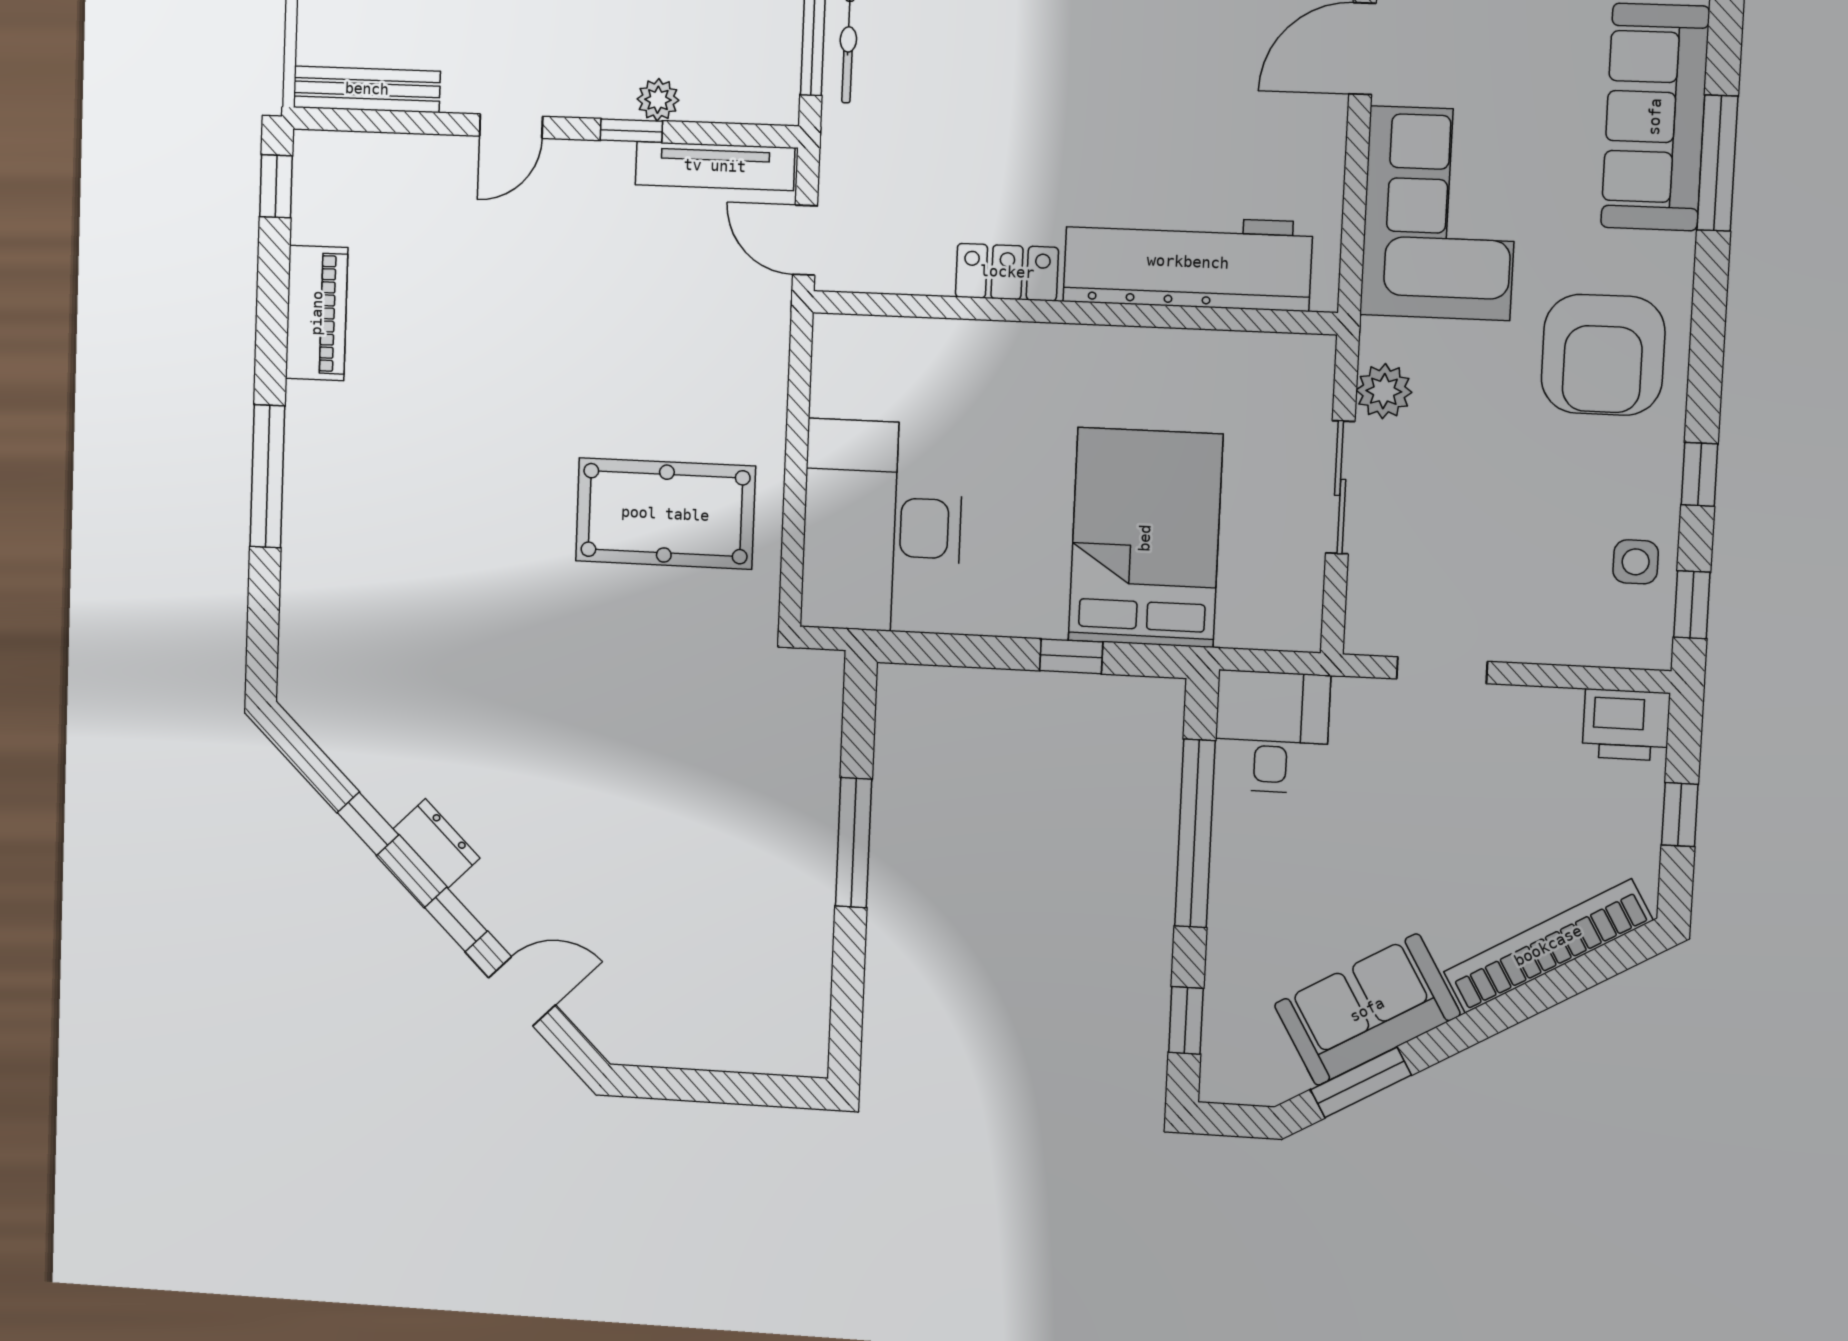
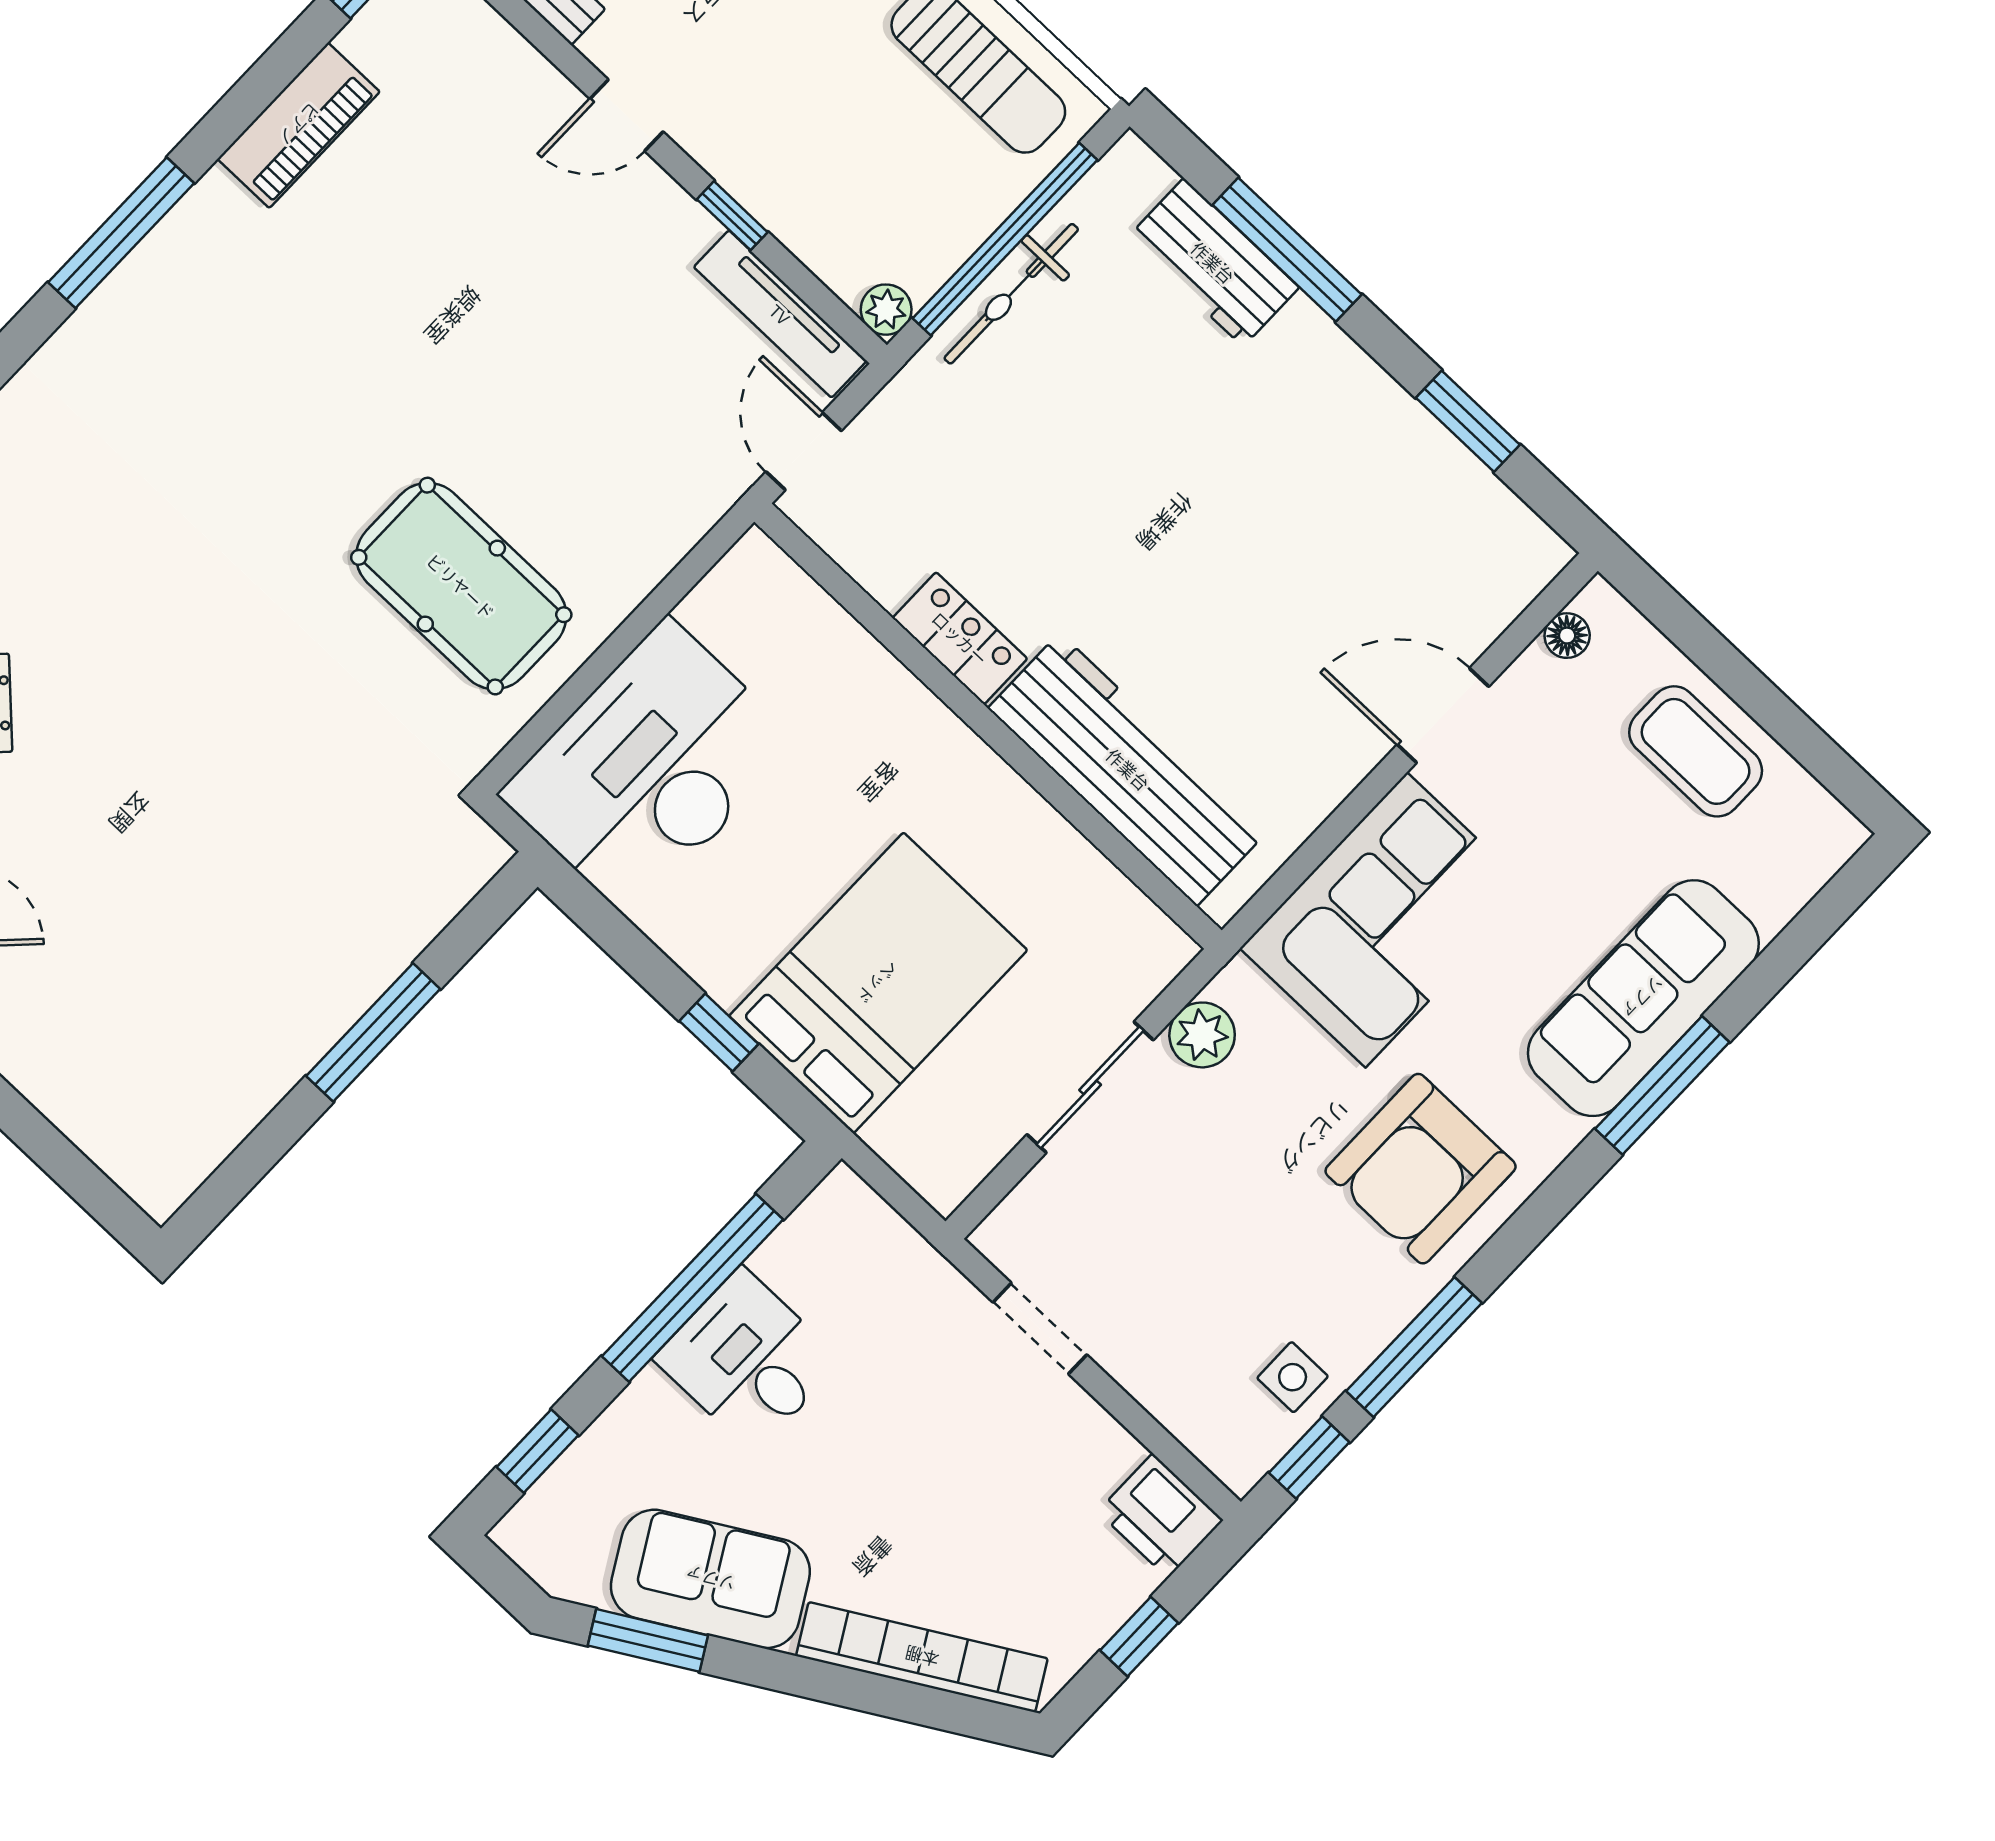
plant: (658, 100) -> (886, 310), moved
window: (1699, 474) -> (1414, 1347), width x2.17
desk: (1272, 732) -> (748, 1360), moved, turned -90

